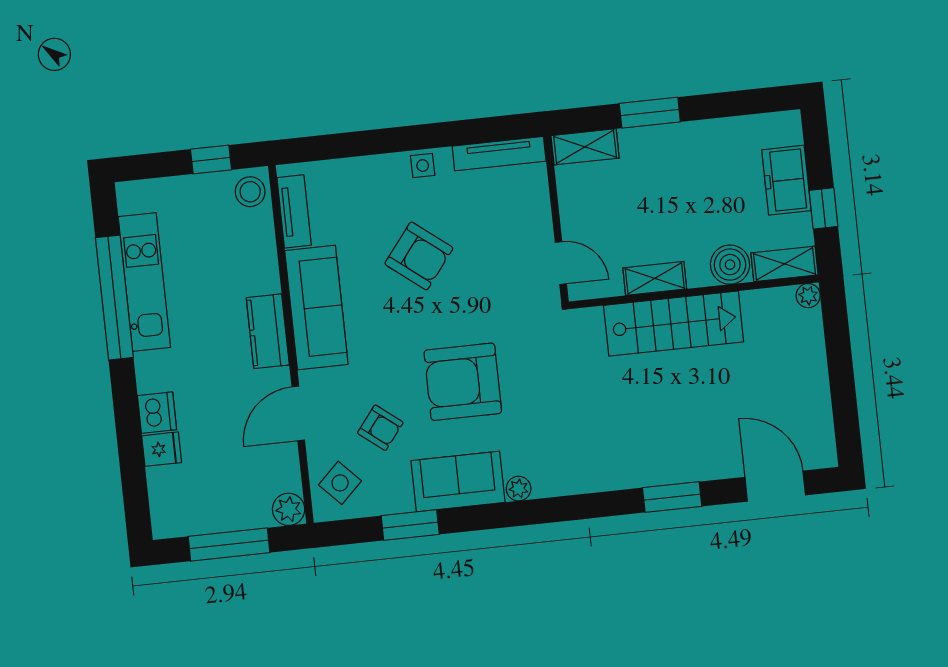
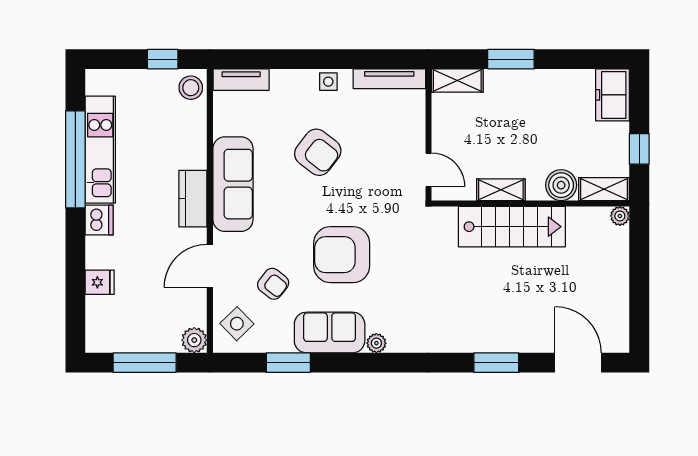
freezer: (786, 180) -> (612, 95), moved
tv unit: (294, 211) -> (241, 80), moved, turned 90
dishwasher: (157, 413) -> (99, 220), moved

